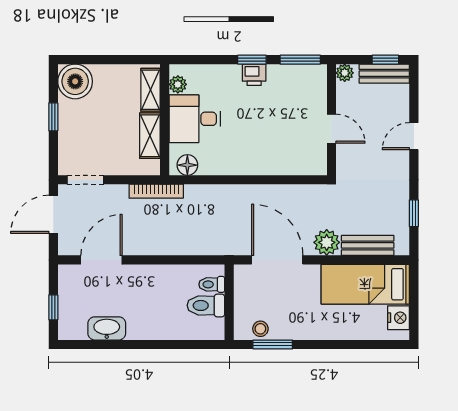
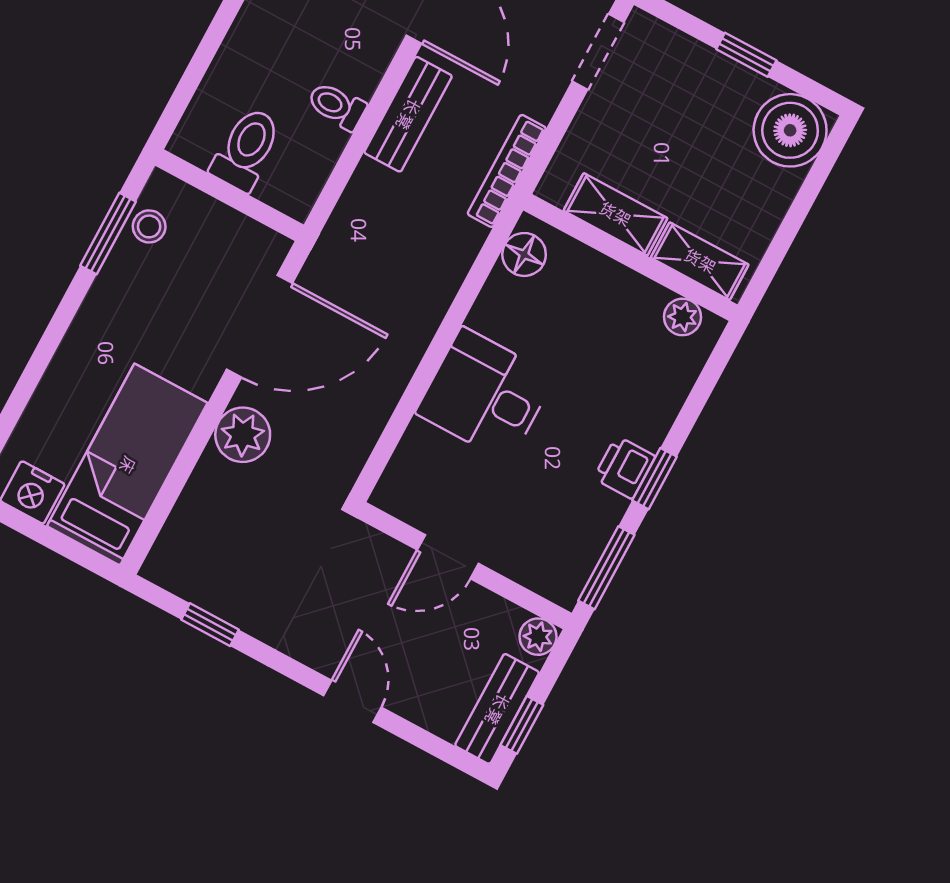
desk: (195, 119) -> (485, 395), moved, turned -90
bench: (368, 245) -> (408, 114), moved
toilet: (212, 284) -> (337, 106), moved, turned -90

